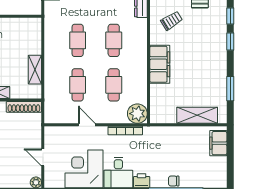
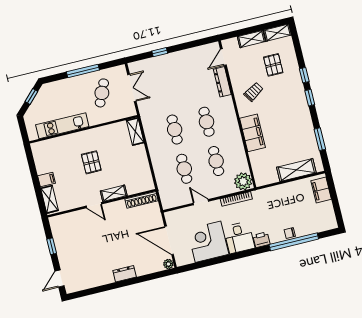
shelving: (35, 70) -> (135, 131), moved
door: (43, 157) -> (169, 240), width x1.87

